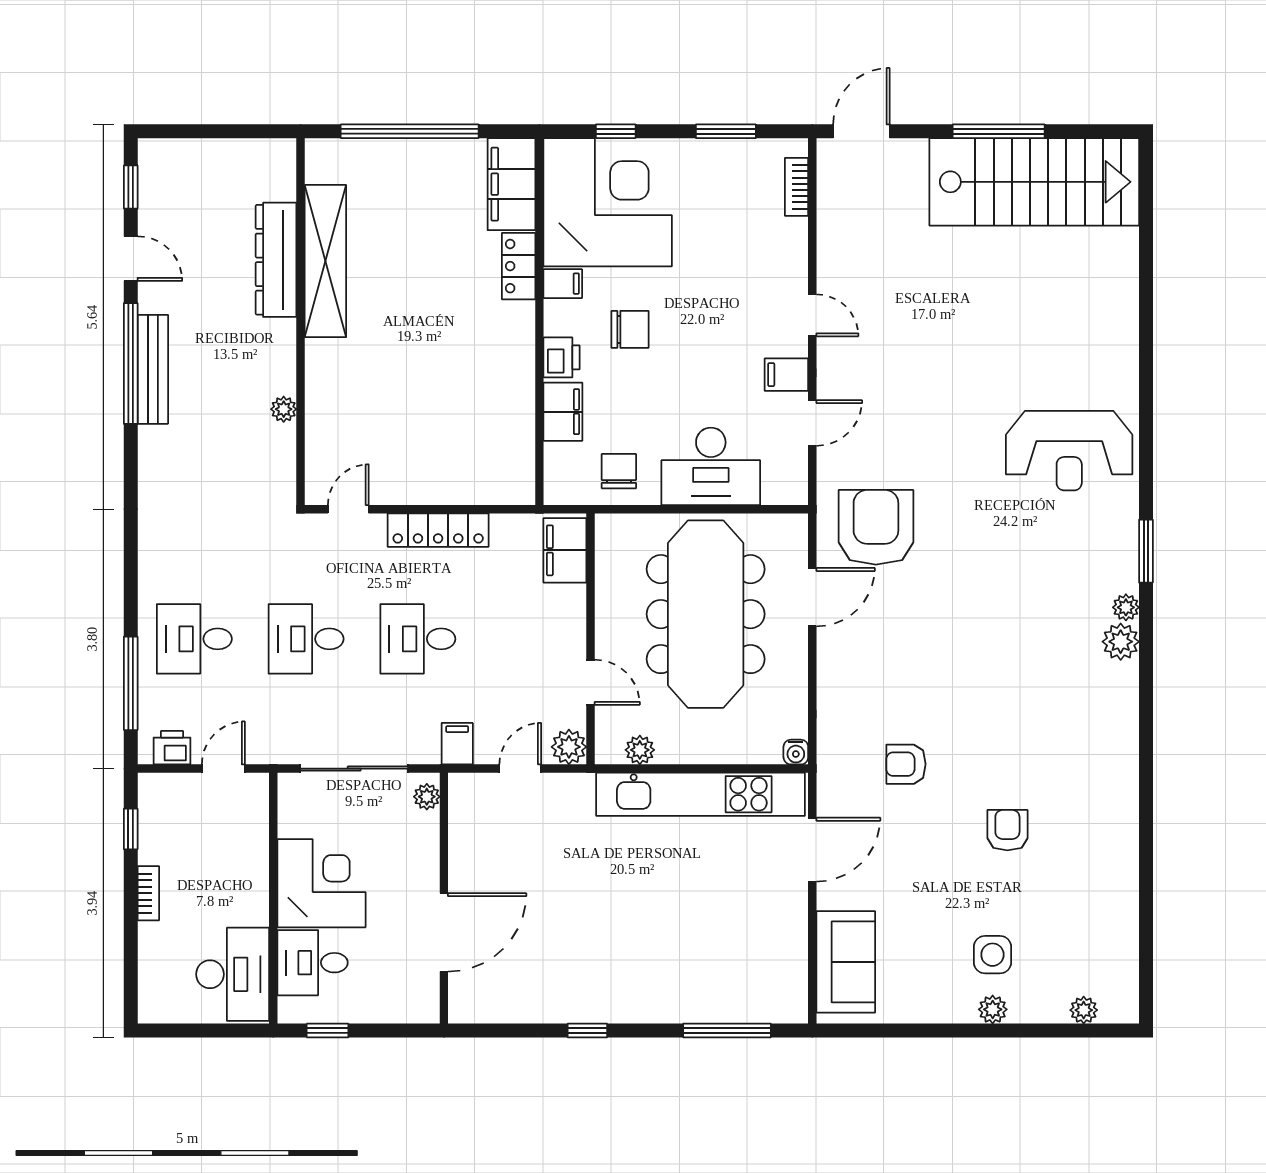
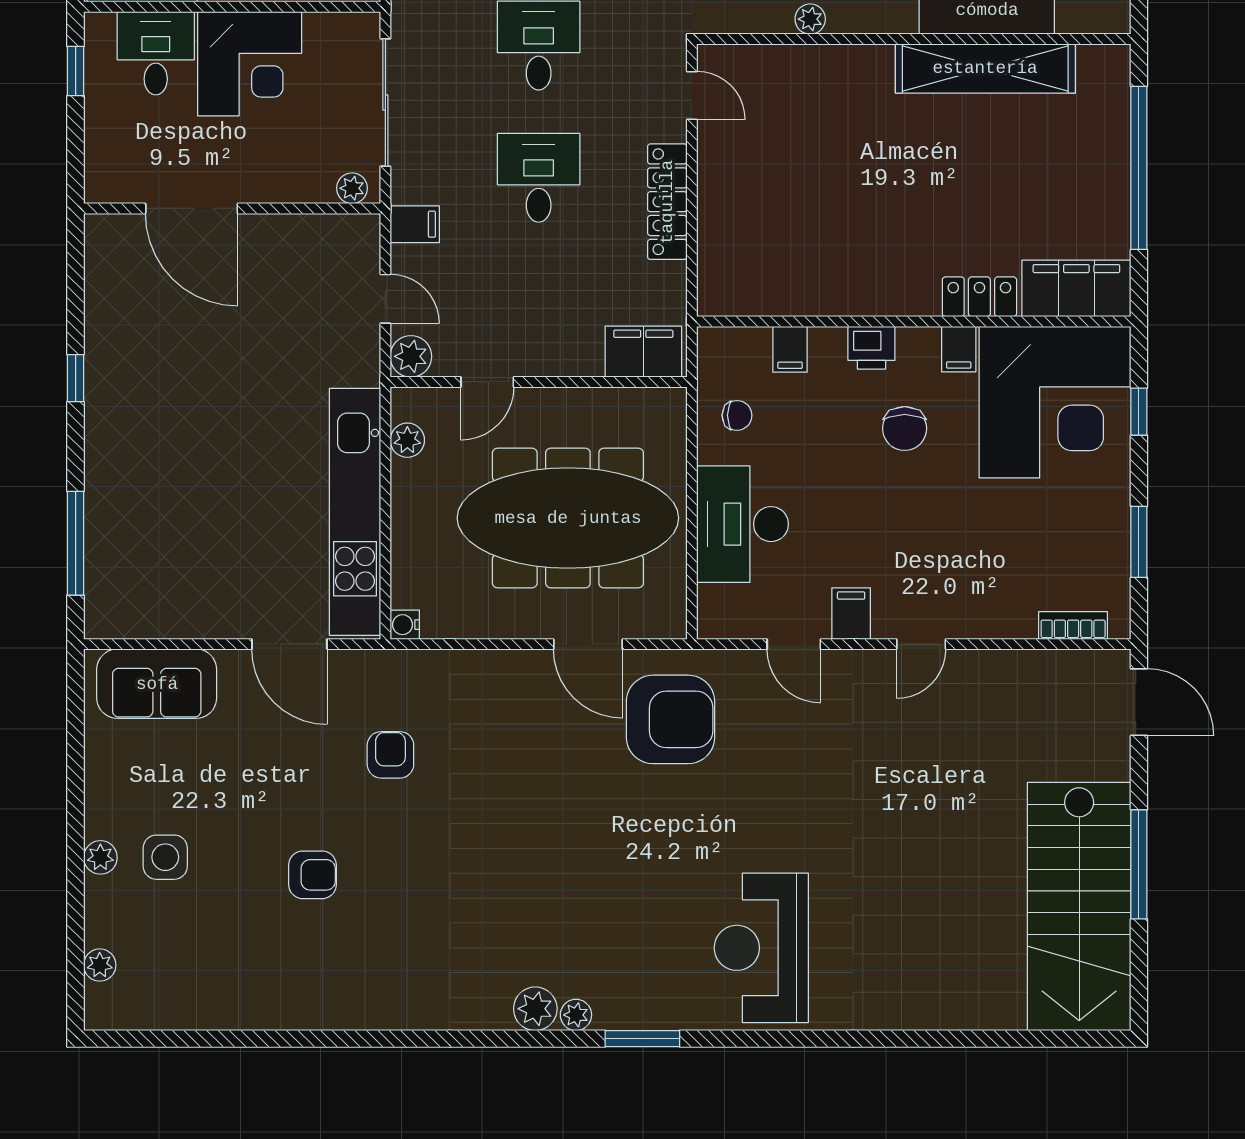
filing cabinet: (563, 412) -> (790, 349), width x0.50
chair: (619, 471) -> (737, 415), width x0.73, depth x0.73

